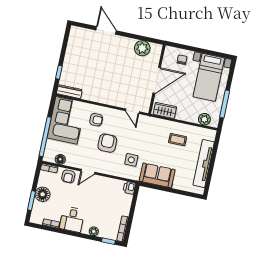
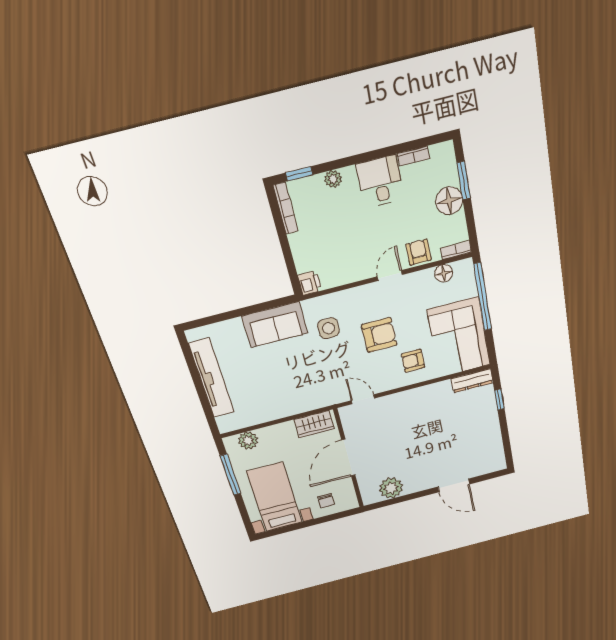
coffee table: (178, 140) -> (272, 393), removed
armchair: (107, 143) -> (379, 335), turned -90

